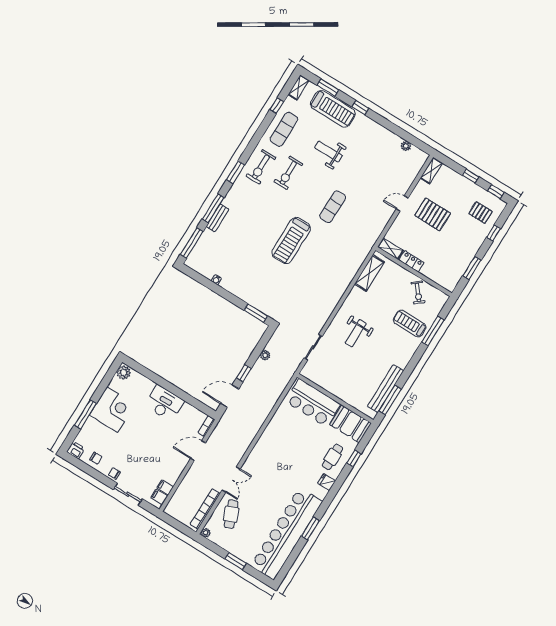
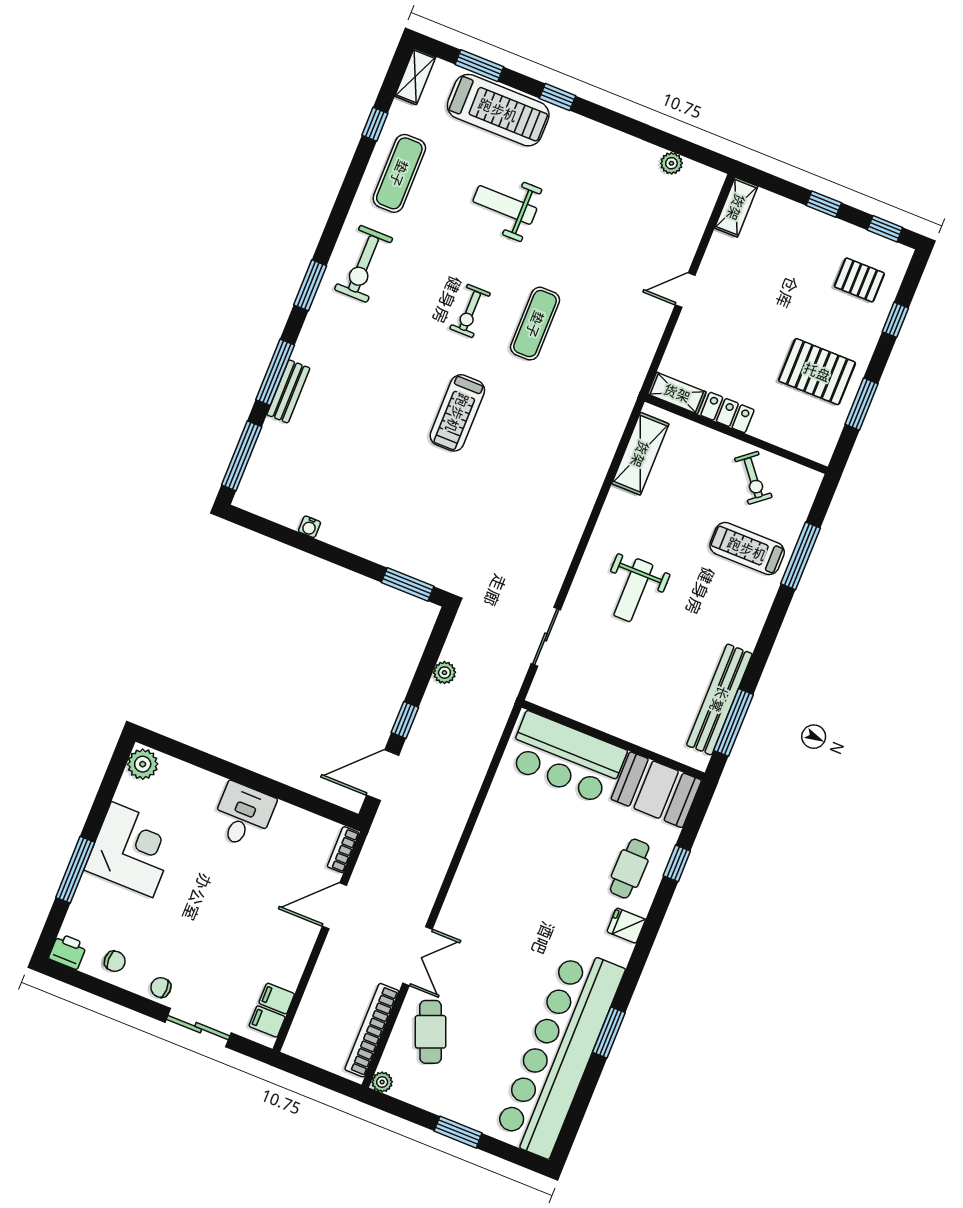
exercise bike: (288, 173) -> (470, 311), moved, width x0.73, depth x0.72
pallet: (433, 214) -> (817, 372), moved
treadmill: (291, 241) -> (457, 413), width x0.73, depth x0.73
desk: (164, 403) -> (243, 815), width x0.73

